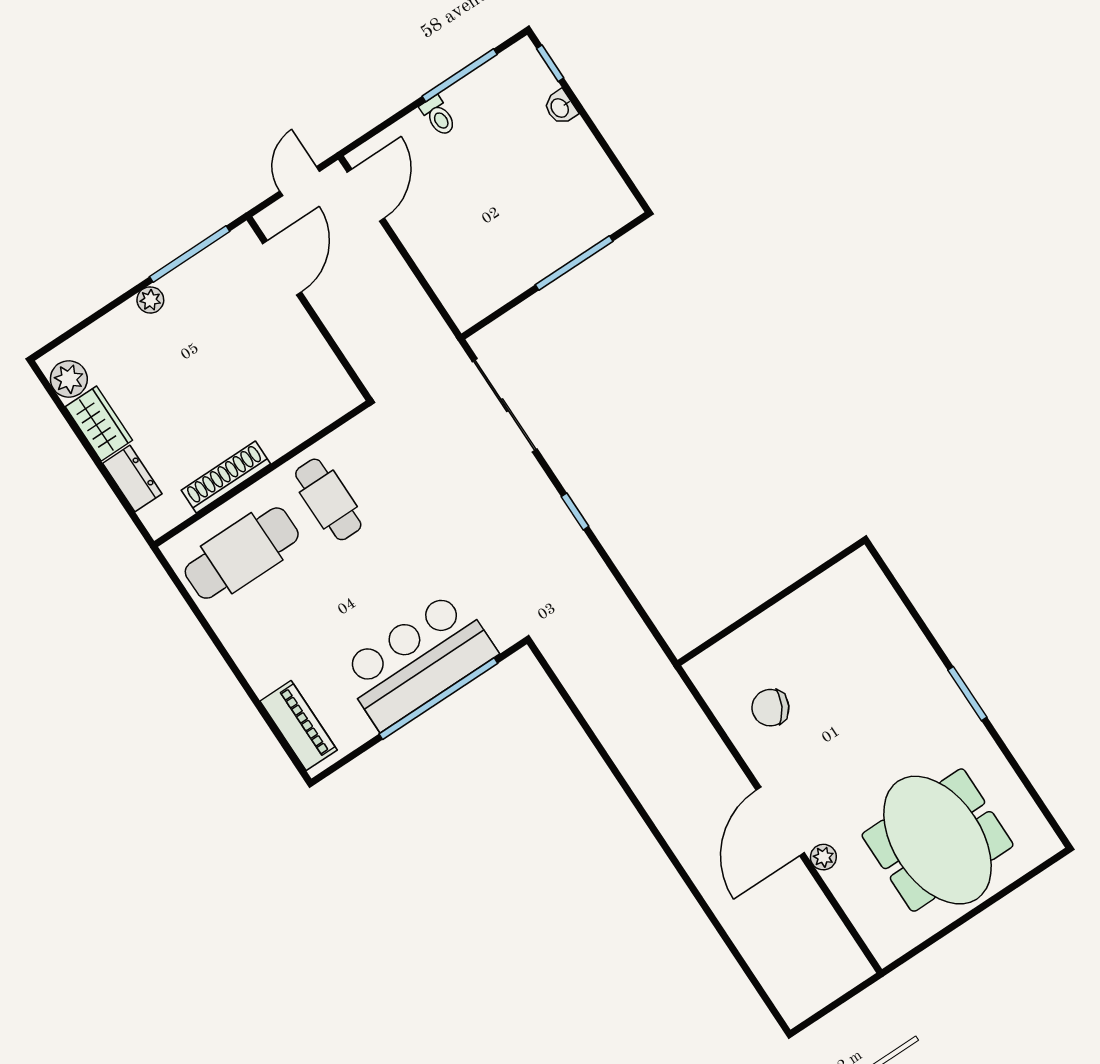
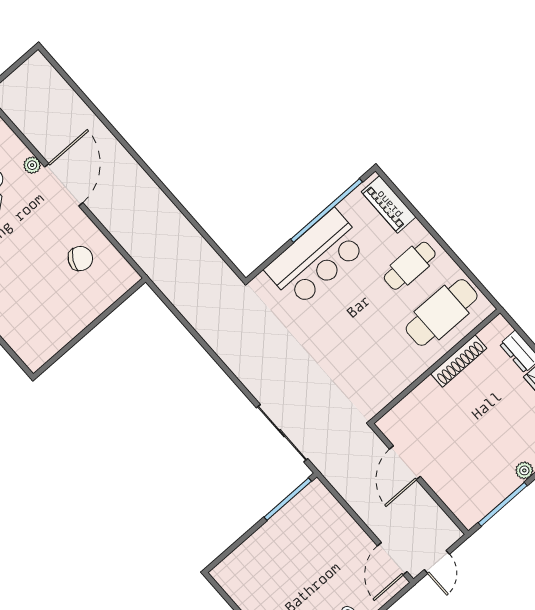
window: (574, 263) -> (288, 499), moved
door: (282, 268) -> (405, 463), moved
cafe table: (328, 499) -> (410, 266), moved, turned 90
window: (575, 511) -> (226, 370), removed
window: (438, 699) -> (327, 211), moved

